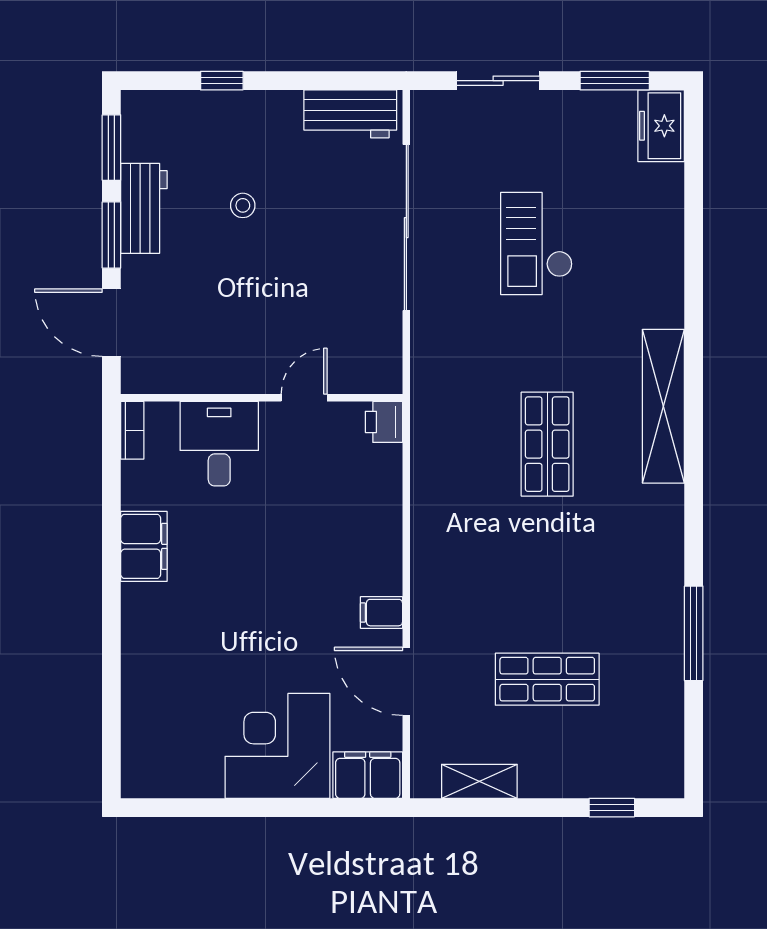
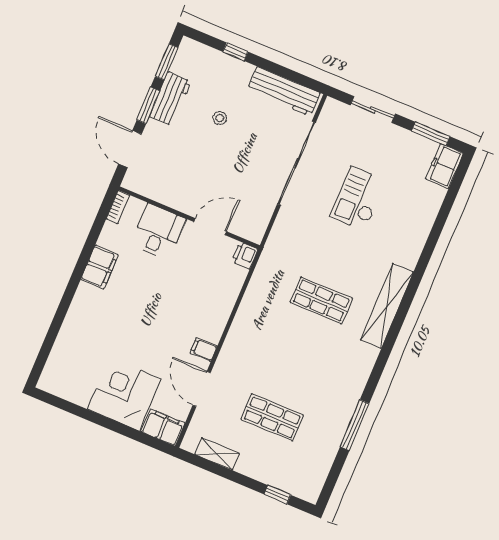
workbench: (350, 114) -> (284, 91), width x1.38
door: (304, 398) -> (210, 227), width x1.38
shop shelf: (547, 444) -> (321, 300), turned 90

